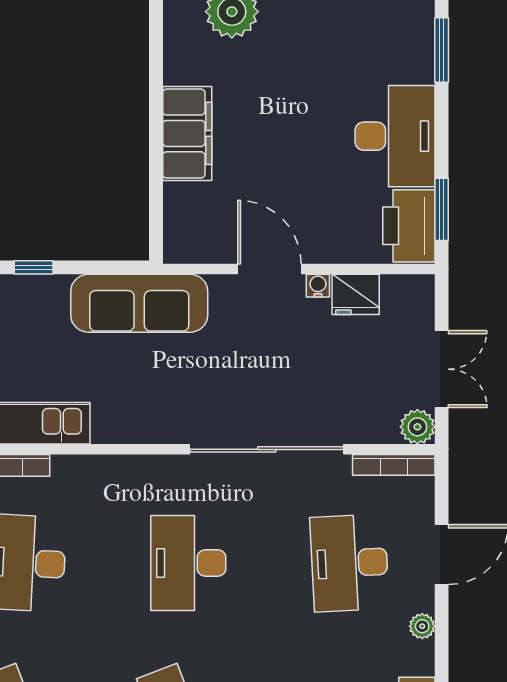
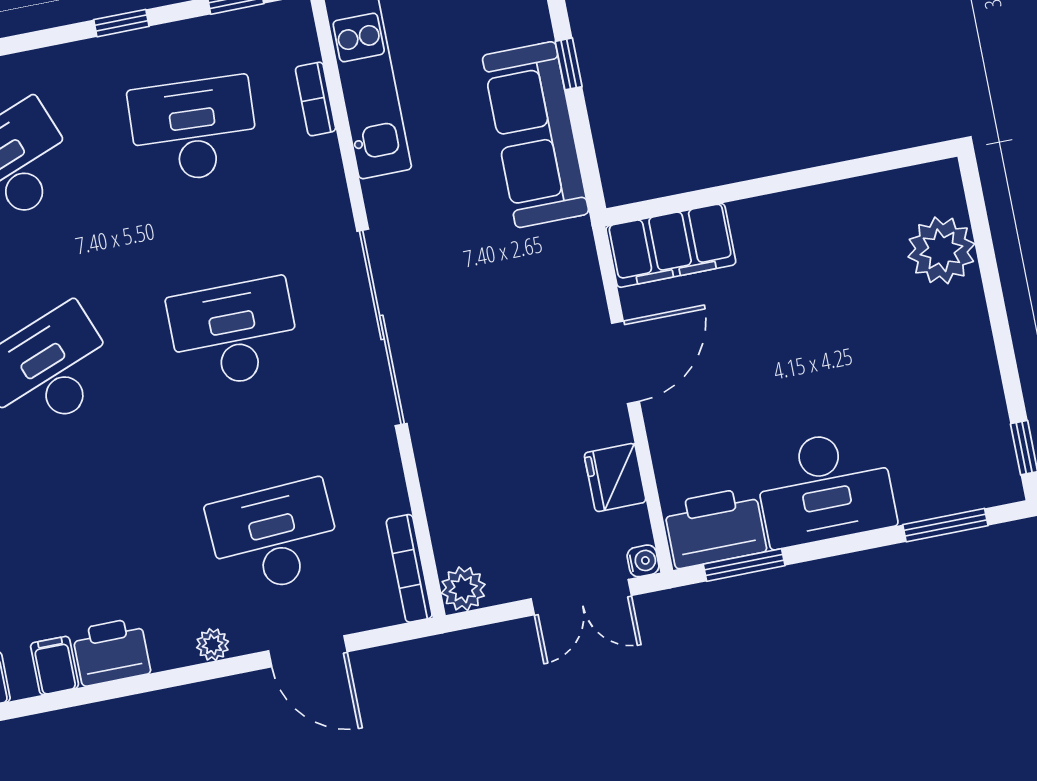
filing cabinet: (187, 133) -> (671, 245), moved
water cooler: (318, 286) -> (643, 561), moved
sofa: (139, 303) -> (536, 135), moved
double door: (442, 369) -> (581, 597), moved
sliding door: (267, 449) -> (382, 327), moved

